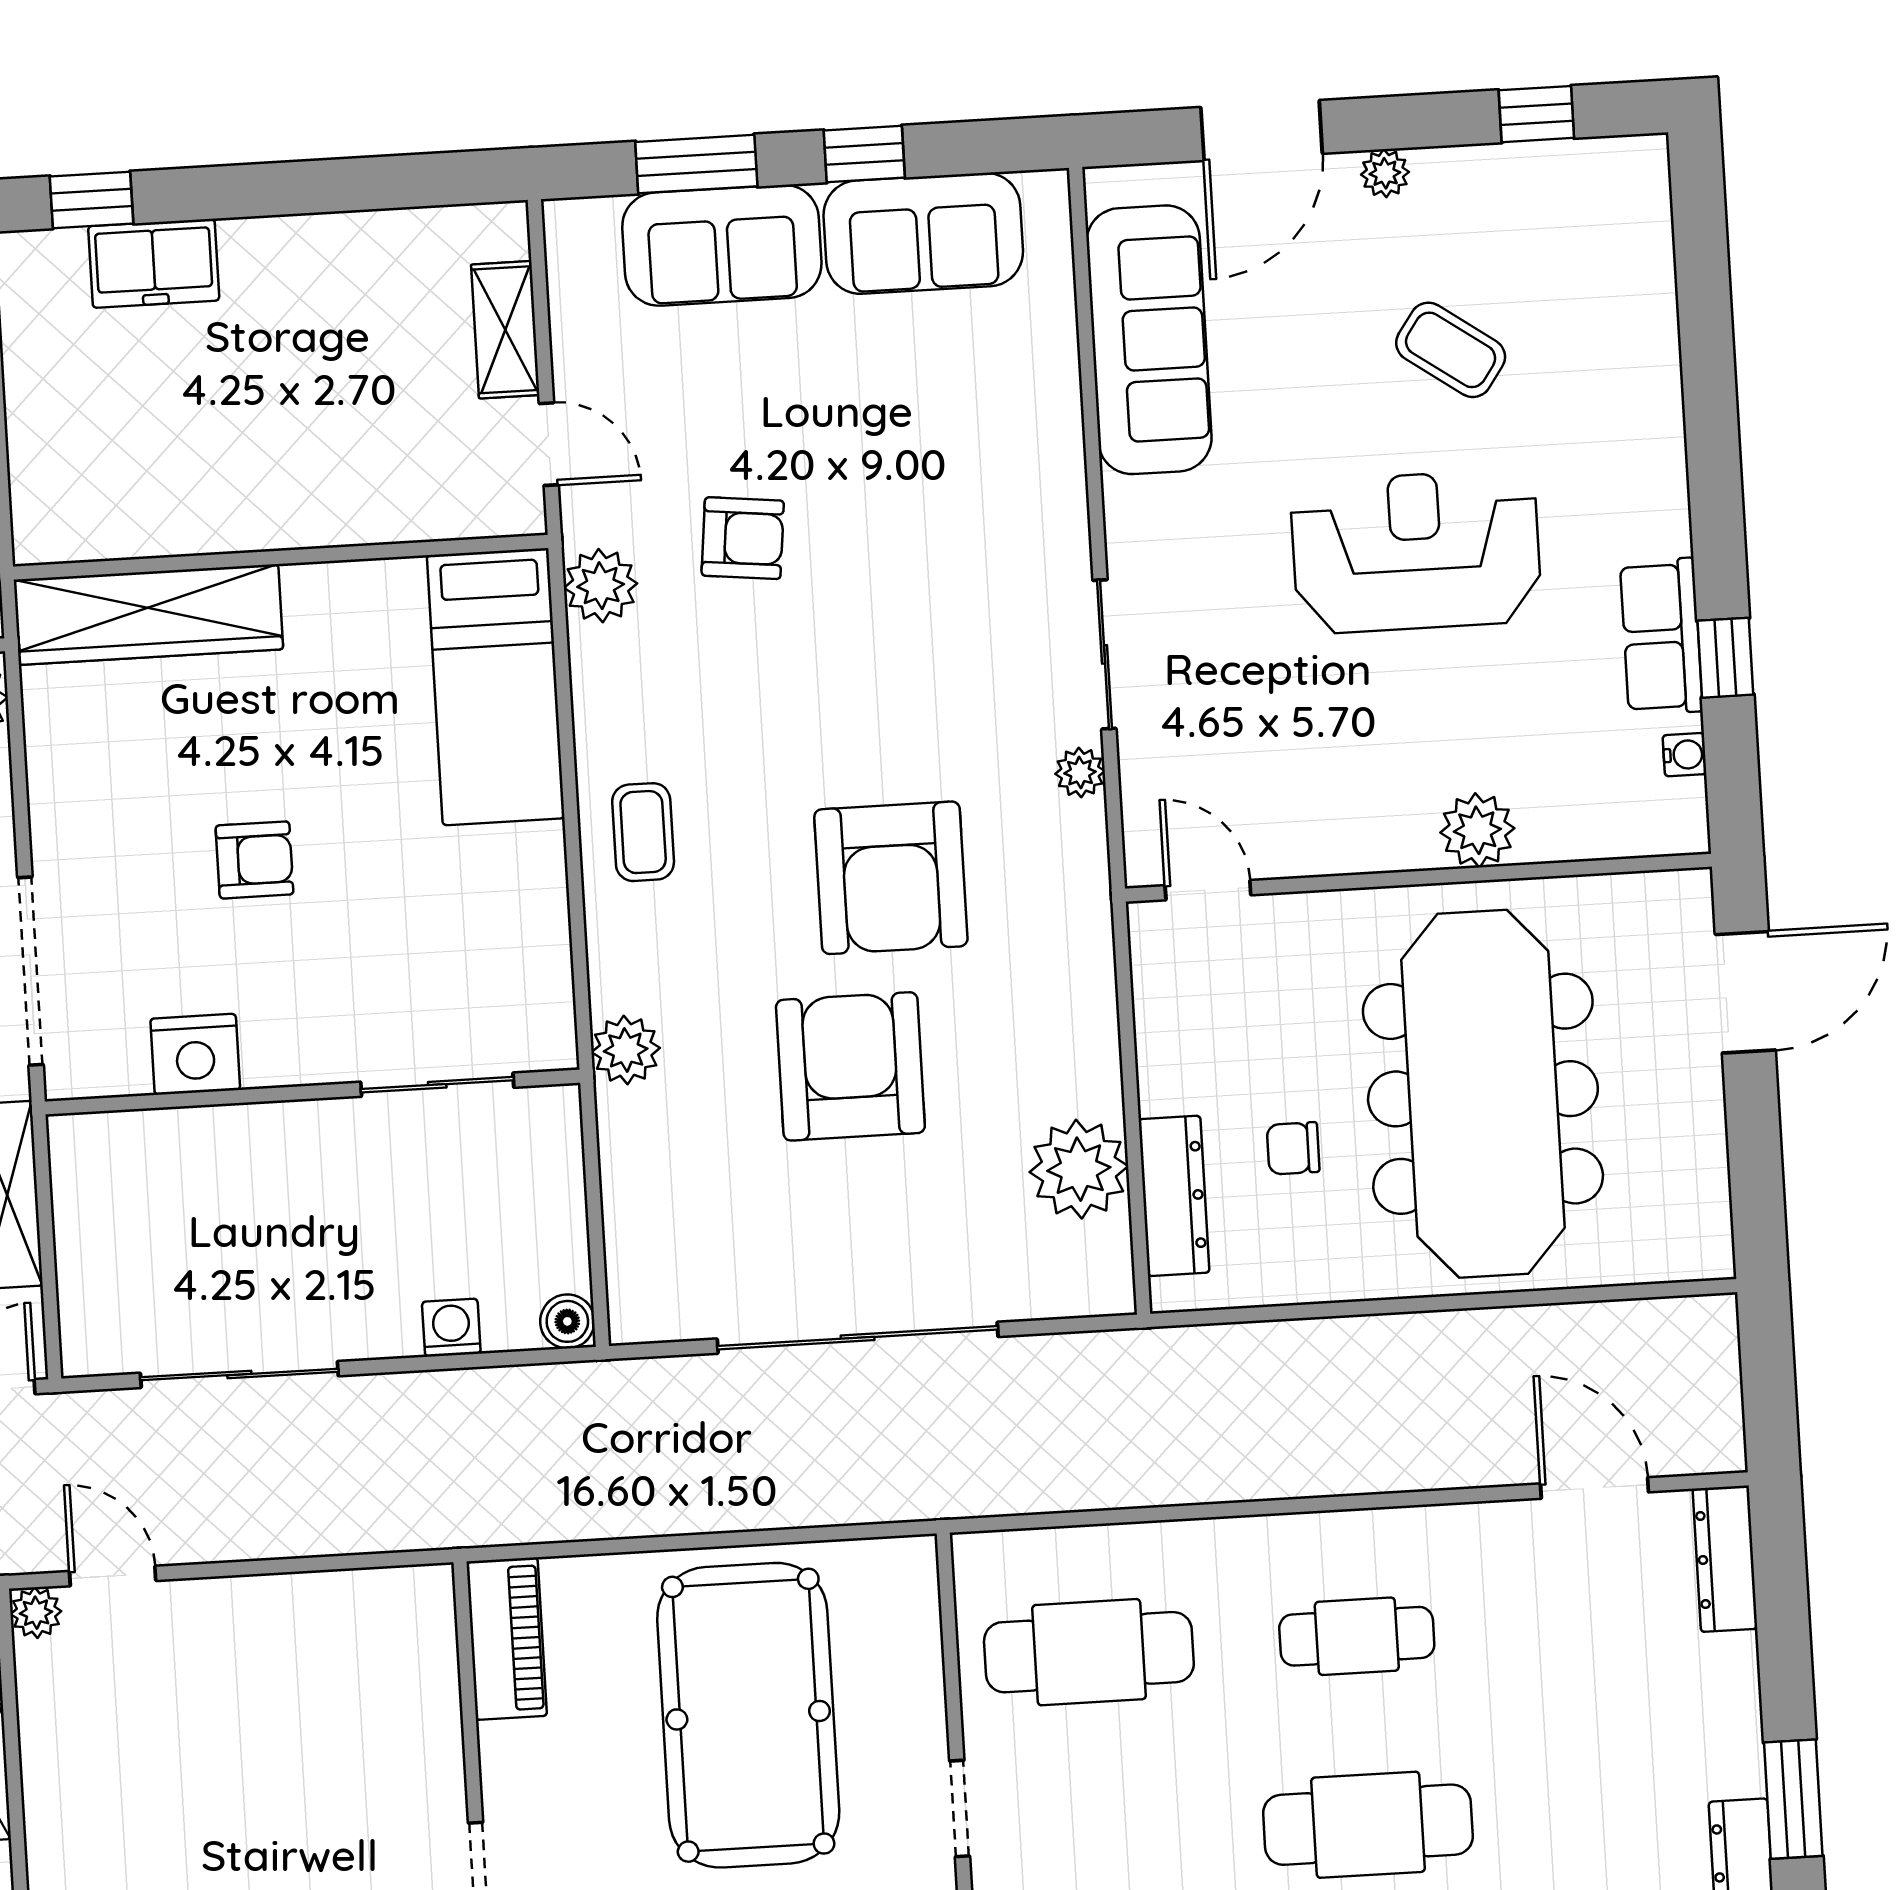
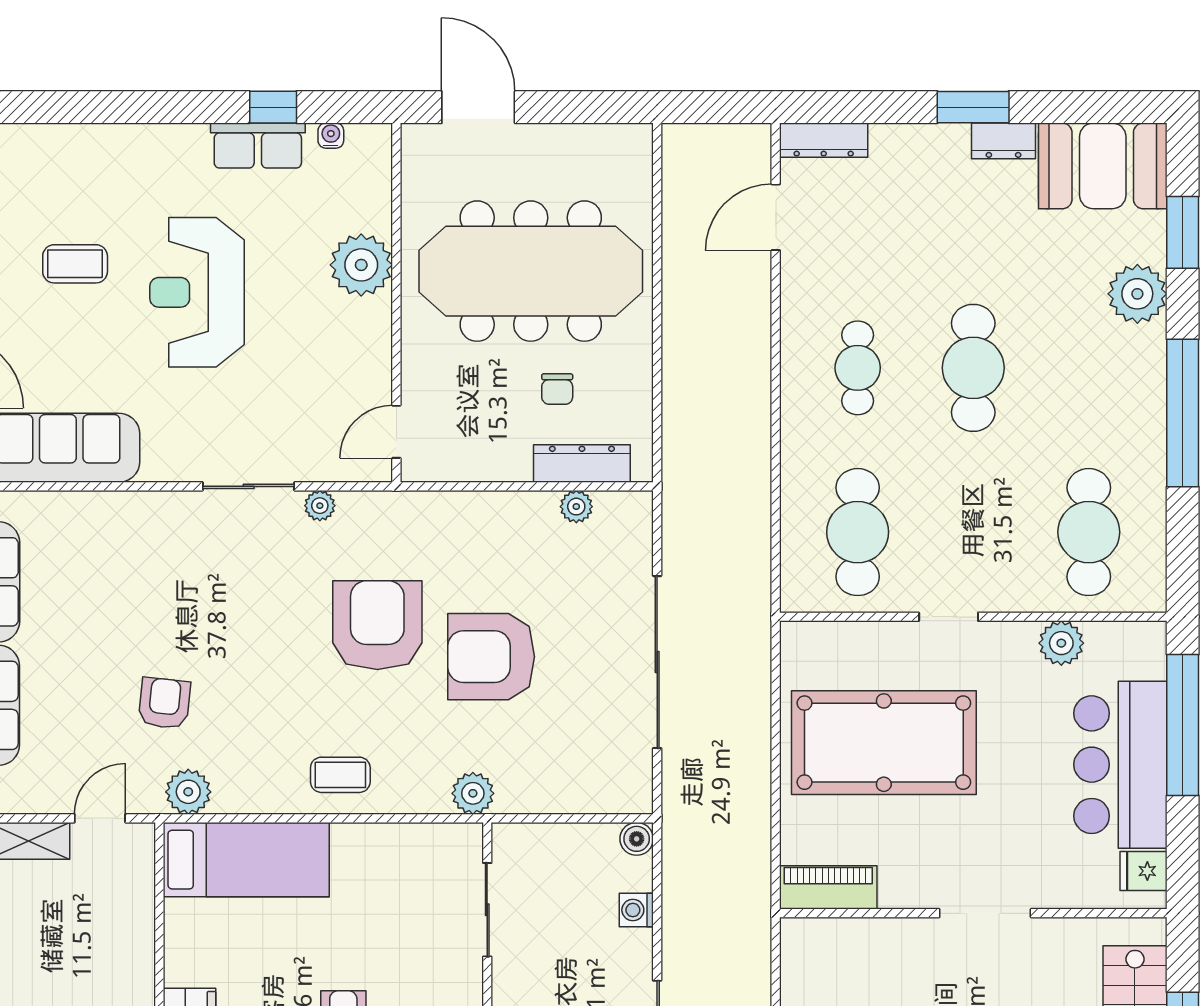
coffee table: (1451, 350) -> (75, 264), turned 55
plant: (1477, 830) -> (361, 265), width x1.36, depth x1.36
armchair: (891, 878) -> (377, 625), turned -90
plant: (1079, 1169) -> (576, 507), width x0.53, depth x0.53

